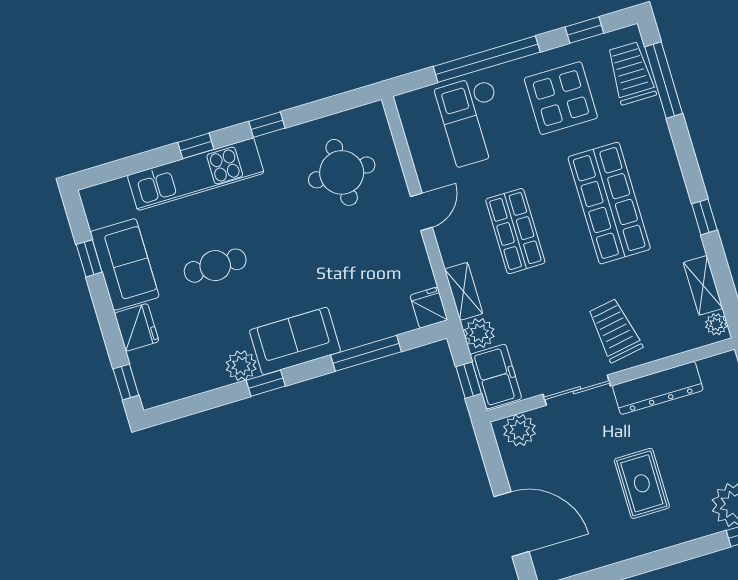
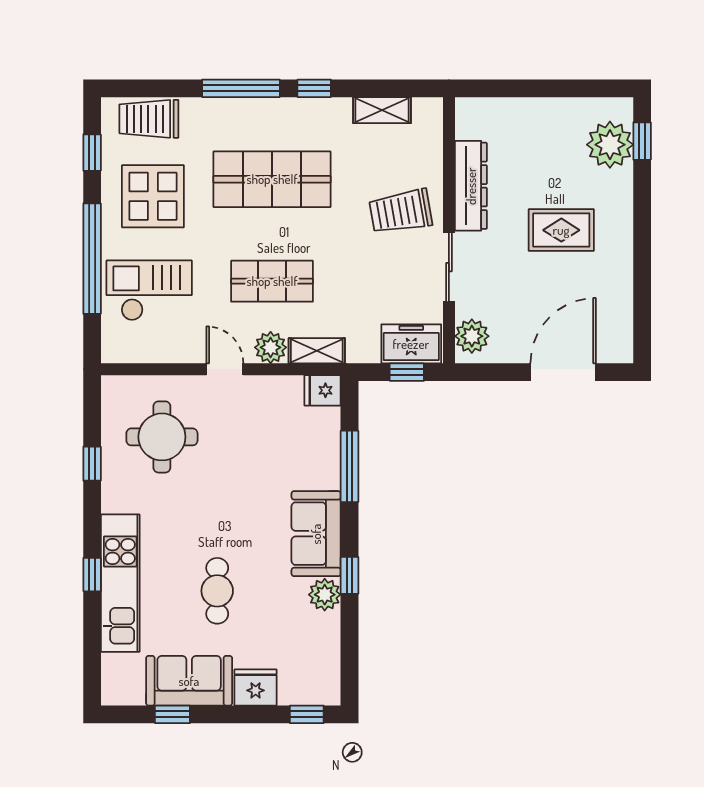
window: (664, 80) -> (241, 88), moved
checkout: (473, 120) -> (149, 290), turned 180
window: (267, 125) -> (92, 464), moved
plant: (716, 324) -> (425, 109), removed
plant: (479, 333) -> (271, 347), moved

